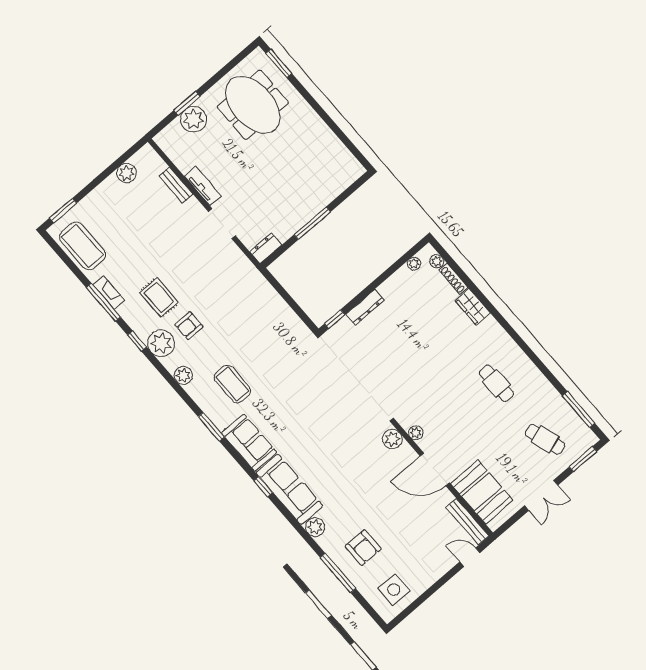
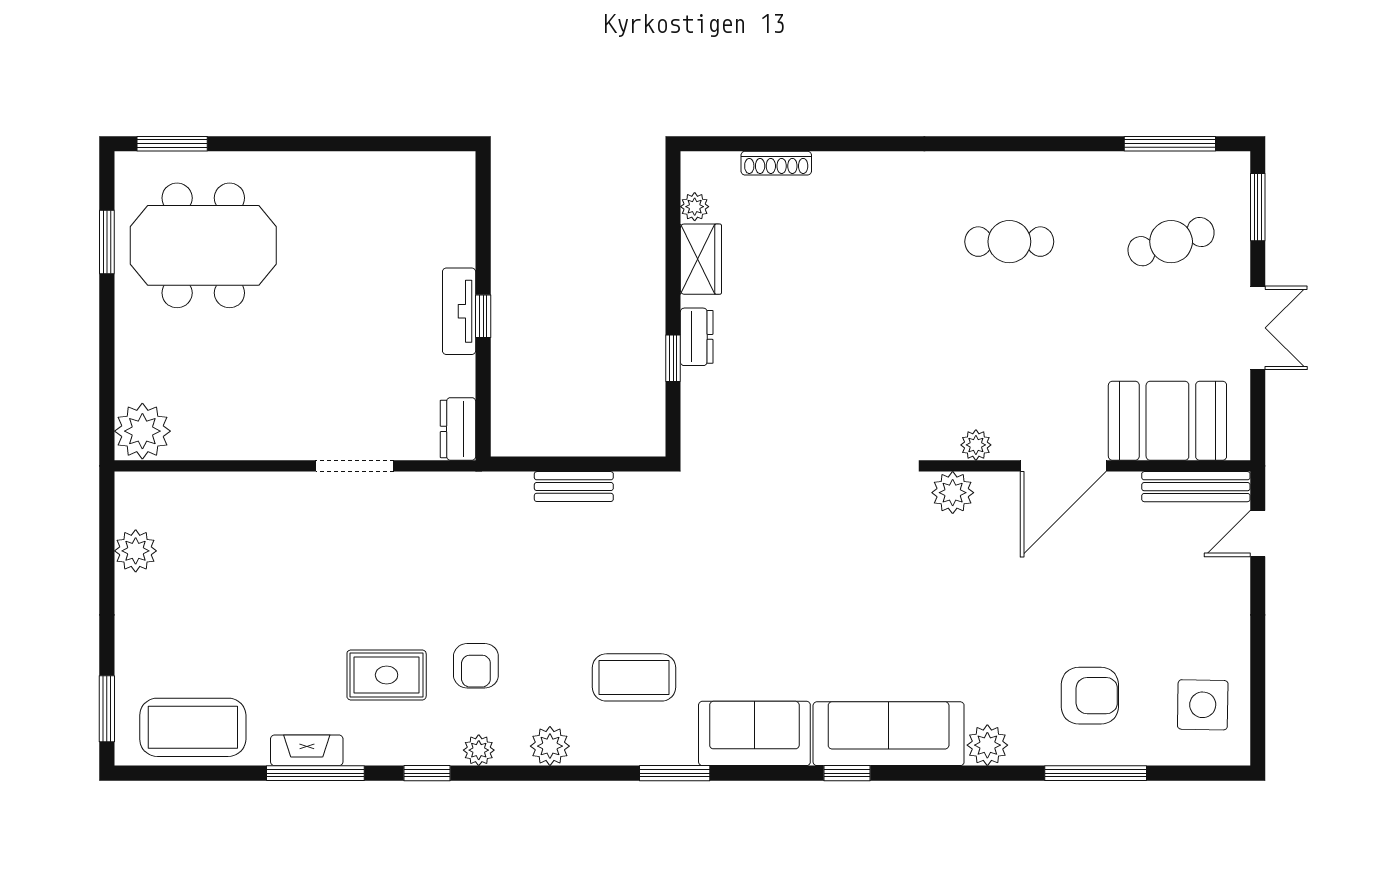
window: (187, 103) -> (107, 242), moved
plant: (193, 119) -> (142, 431), moved
bench: (176, 185) -> (574, 487), moved
tv unit: (203, 186) -> (459, 311), moved, turned -90
window: (312, 223) -> (483, 316), width x0.46
plant: (437, 261) -> (723, 166), removed
dresser: (365, 307) -> (697, 337), width x0.70
wardrobe: (473, 307) -> (701, 259), moved, turned -90
window: (335, 319) -> (673, 358), moved
plant: (161, 343) -> (479, 750), width x0.53, depth x0.53

